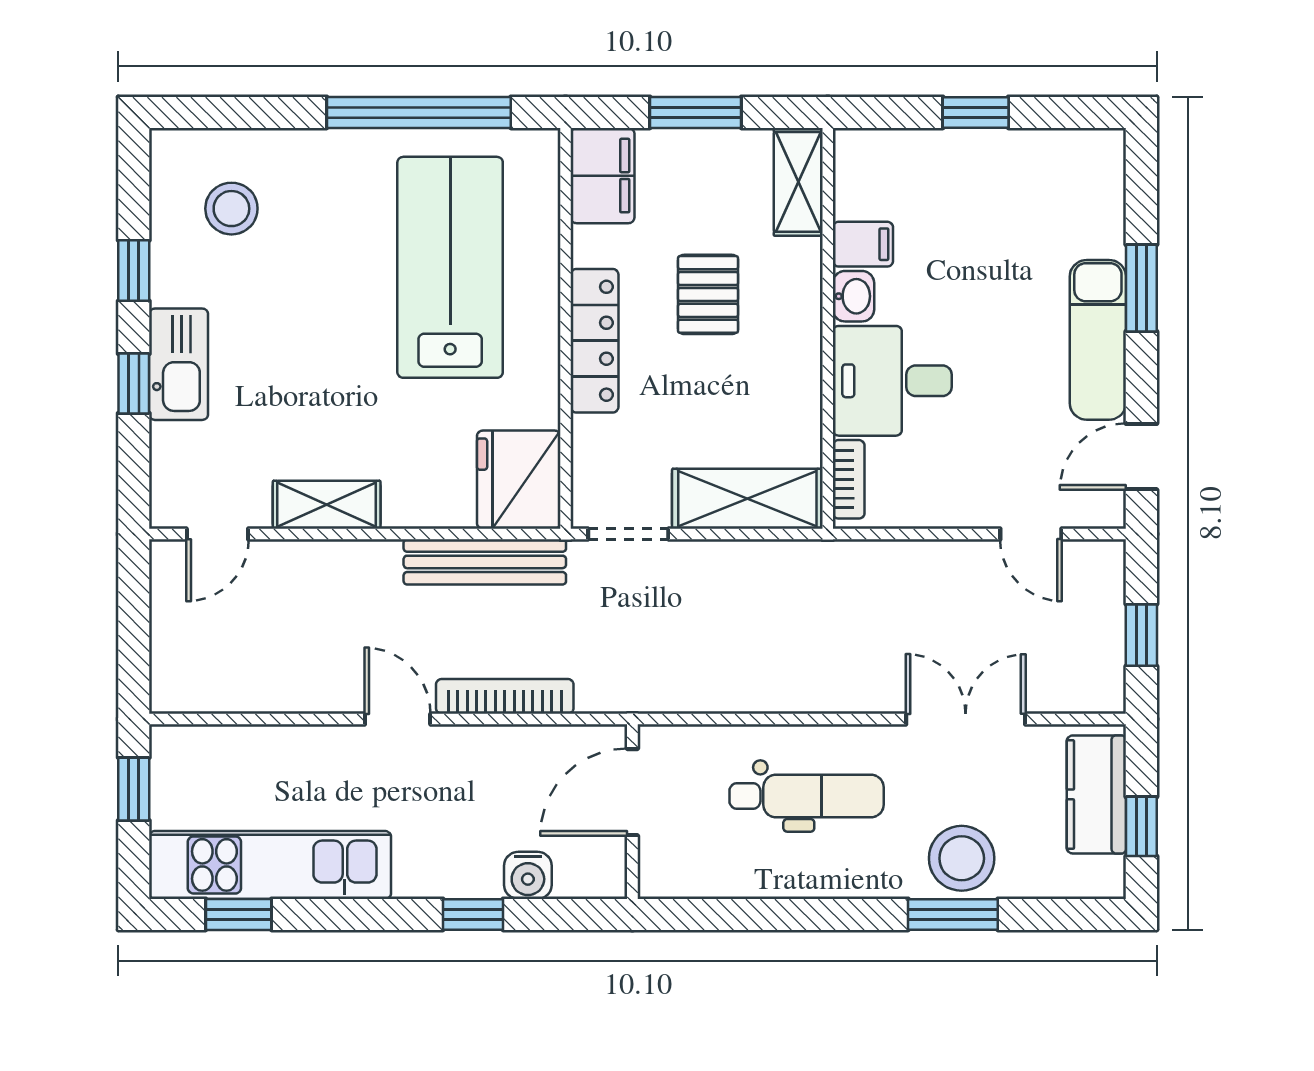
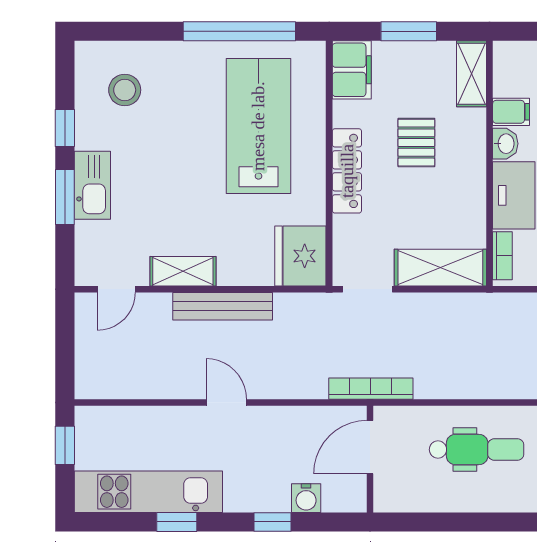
window: (134, 383) -> (65, 197), width x1.50
bench: (485, 562) -> (223, 306), moved
bookcase: (505, 696) -> (371, 389), moved
window: (239, 914) -> (177, 522), moved

